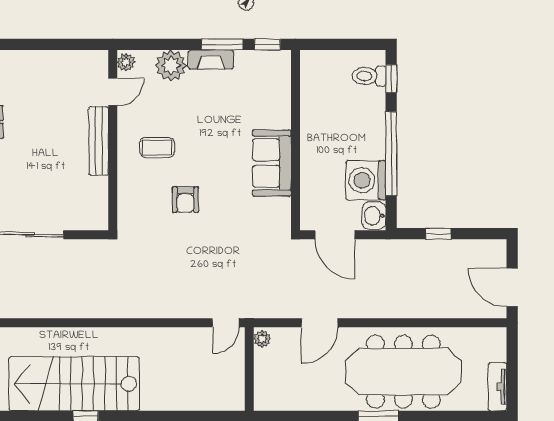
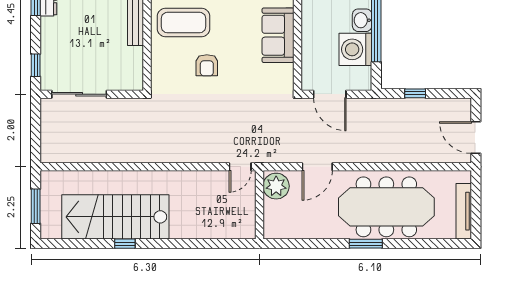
coffee table: (157, 148) -> (183, 23), width x1.86, depth x1.72
washbasin: (374, 216) -> (362, 20), moved
plant: (262, 339) -> (276, 186), width x1.88, depth x1.88
tv unit: (498, 387) -> (464, 211), width x1.41

